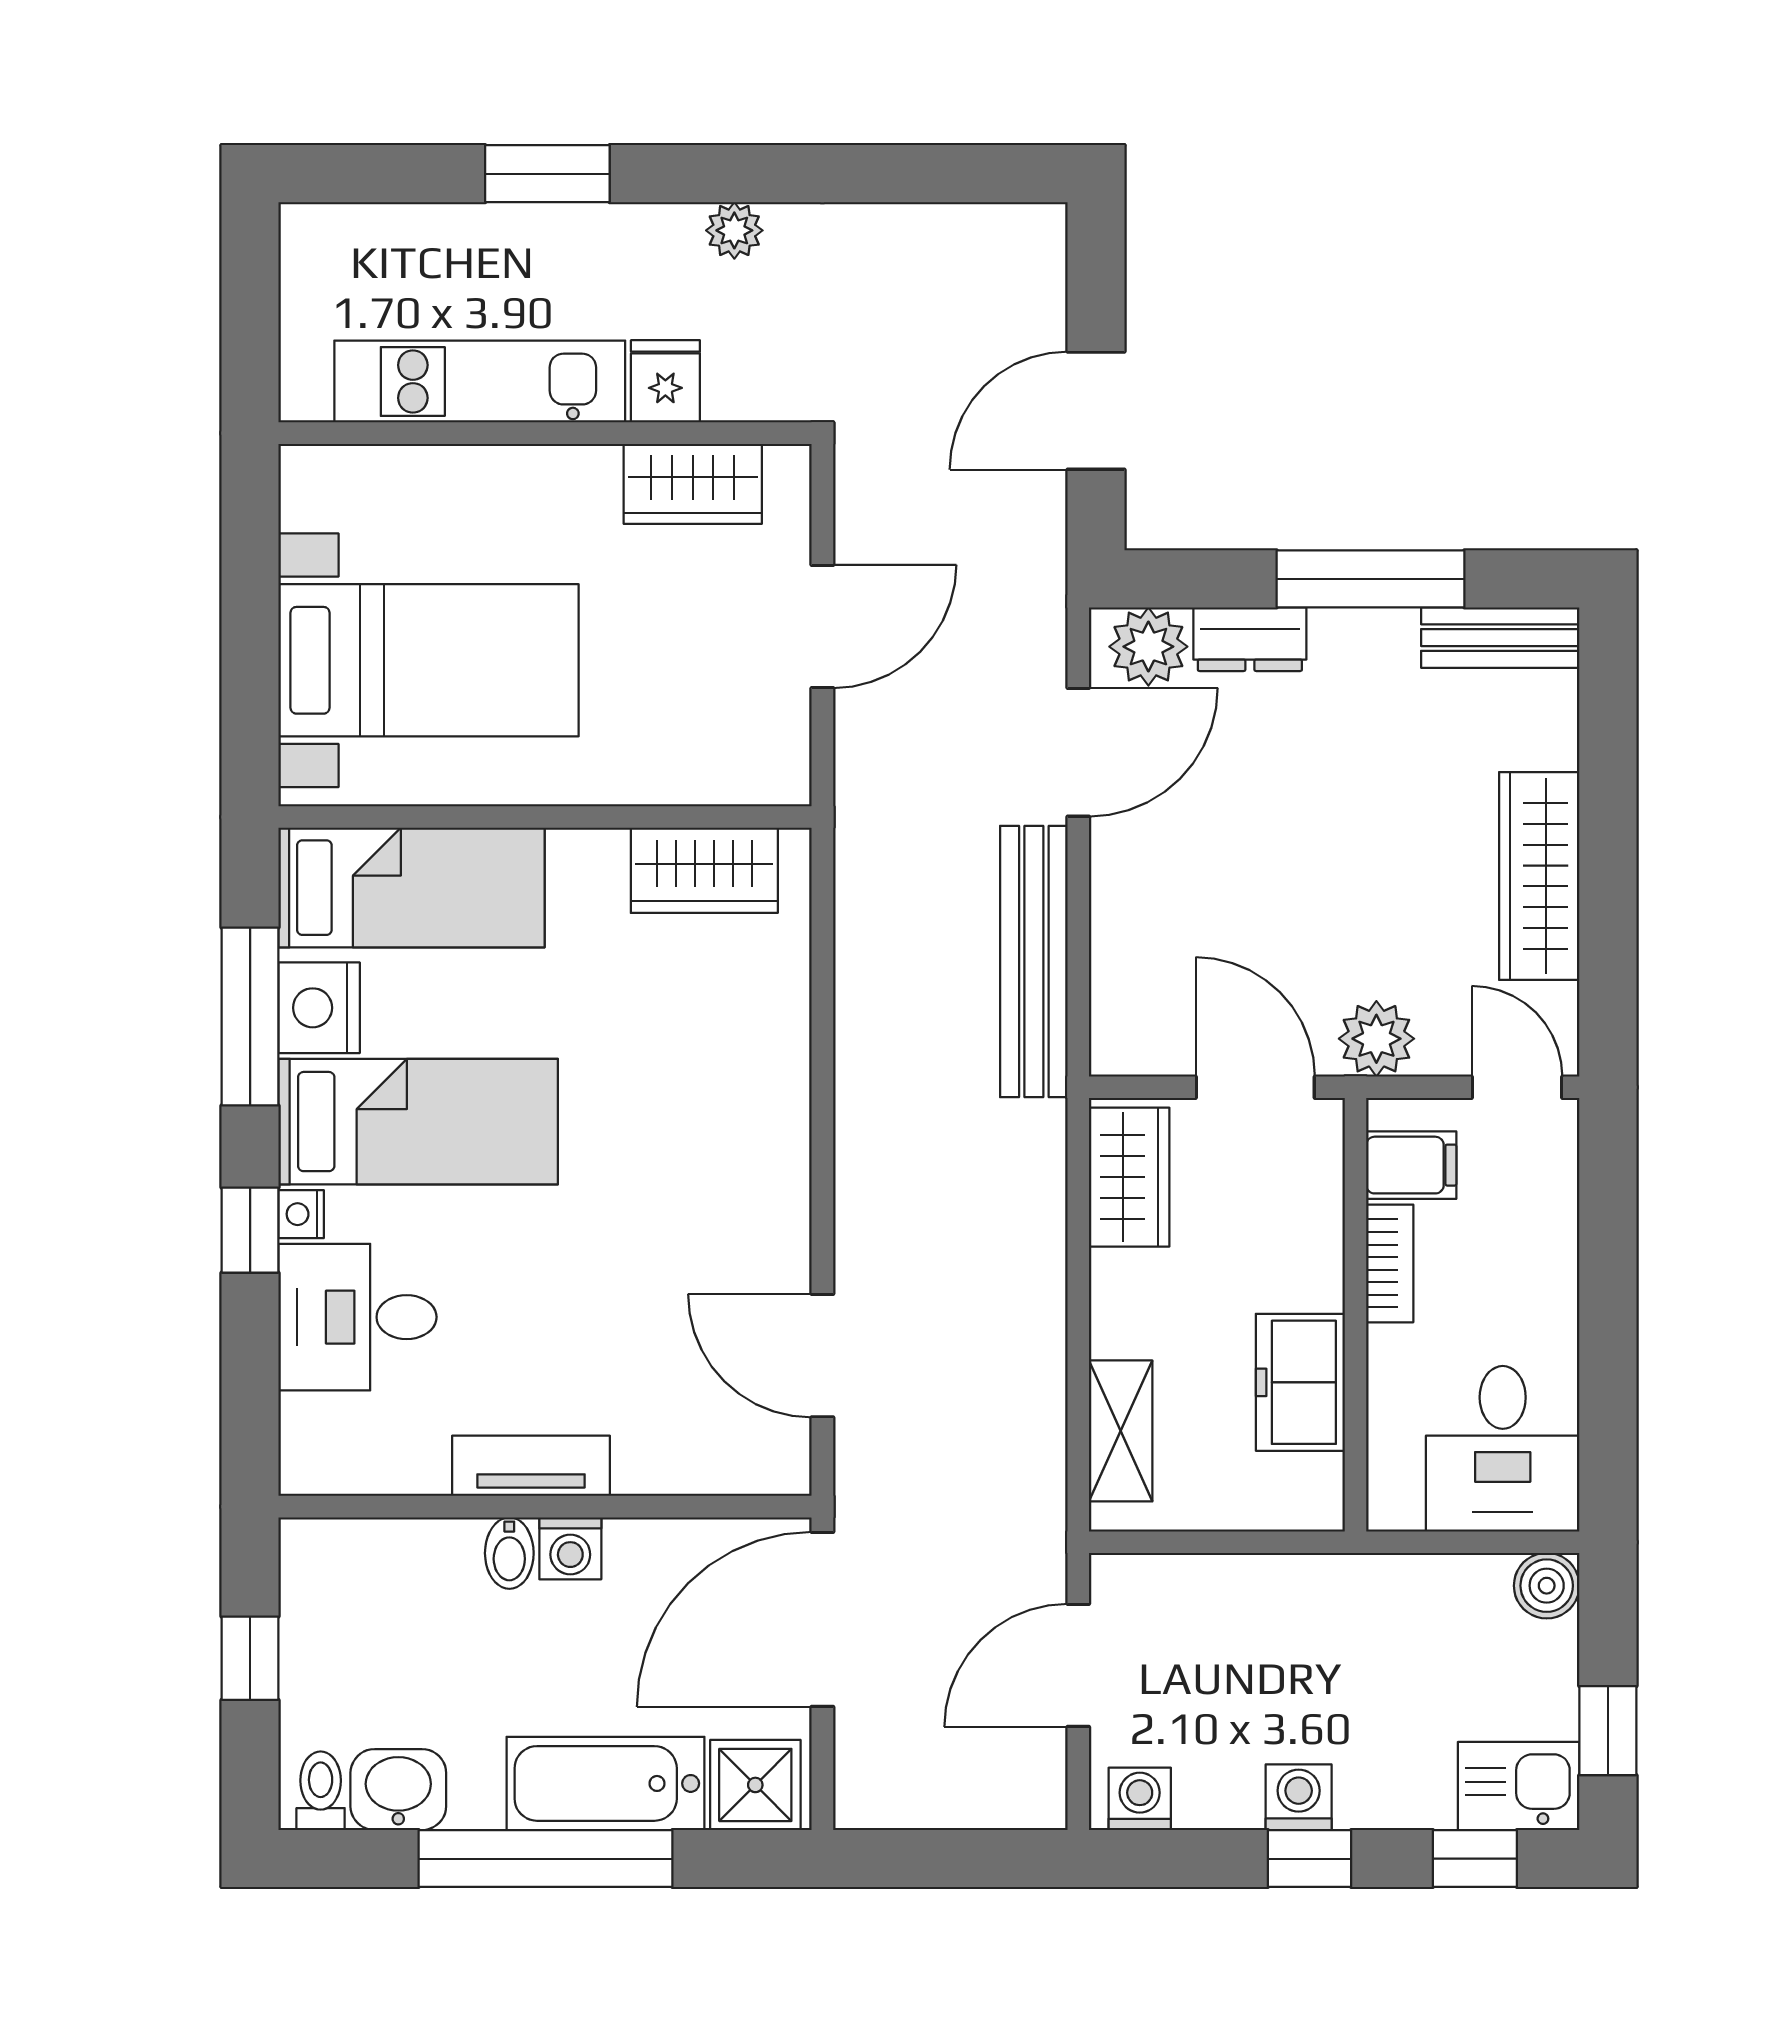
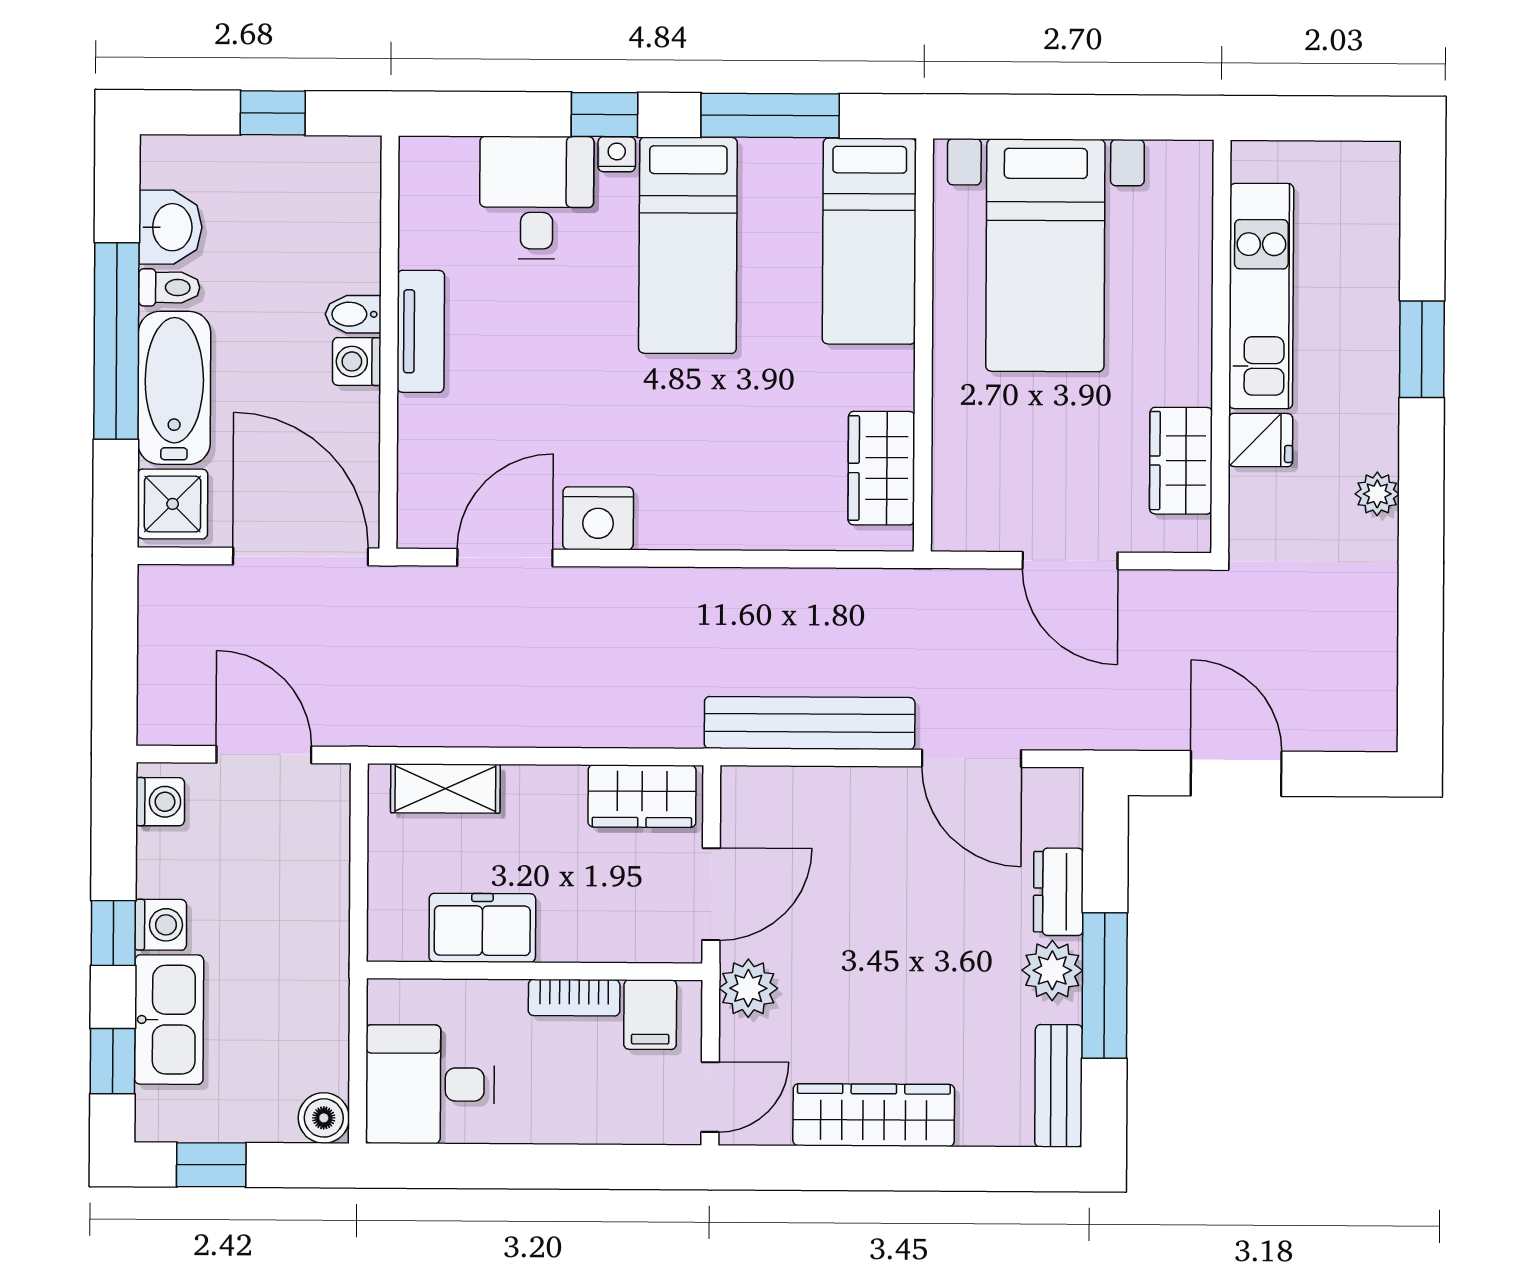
plant: (1148, 647) -> (1052, 970), moved
nightstand: (319, 1008) -> (598, 518), moved, turned 180
kitchen sink: (1519, 1786) -> (169, 1020), moved, width x1.38
toilet: (321, 1791) -> (169, 287), moved

